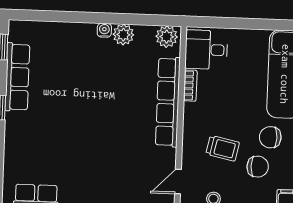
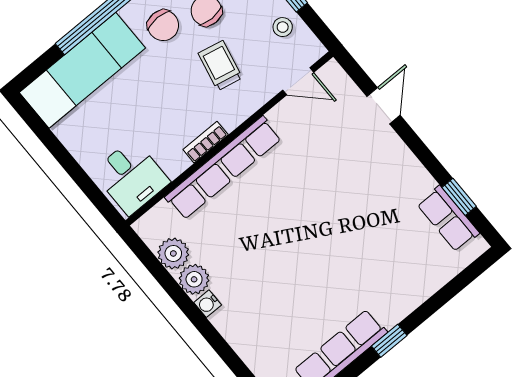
plant: (167, 37) -> (173, 253), moved
bookcase: (190, 86) -> (206, 142), moved

